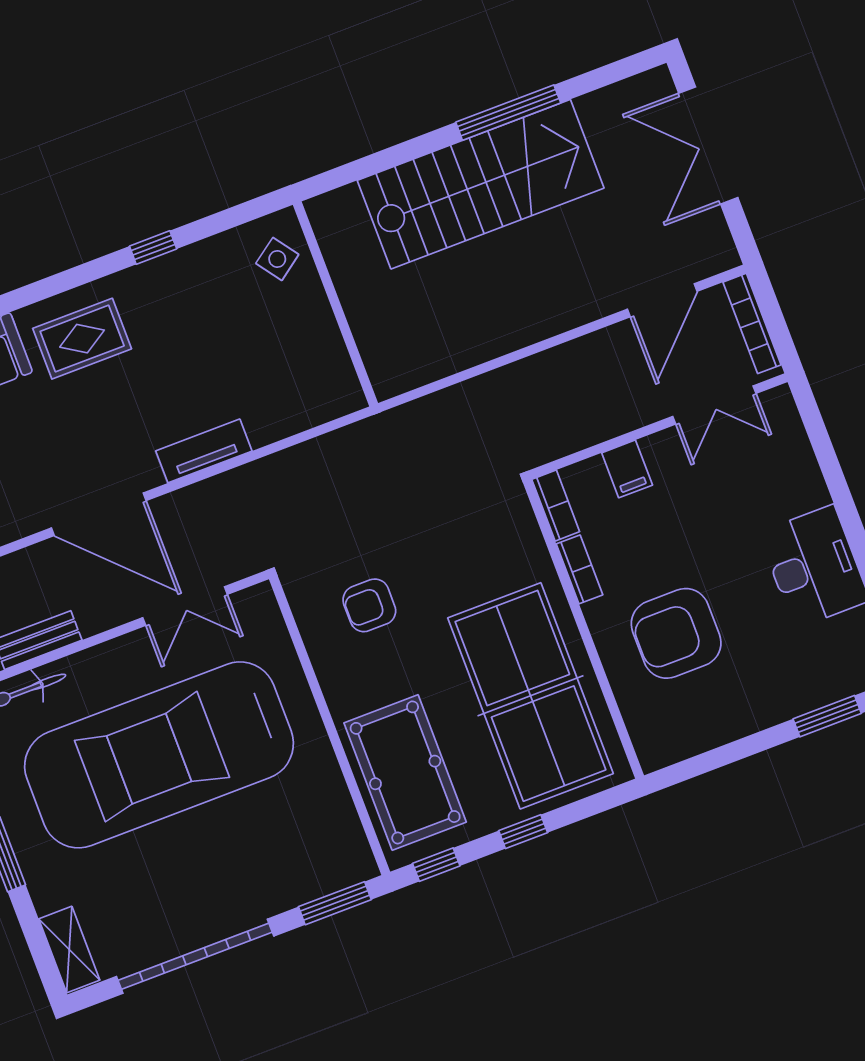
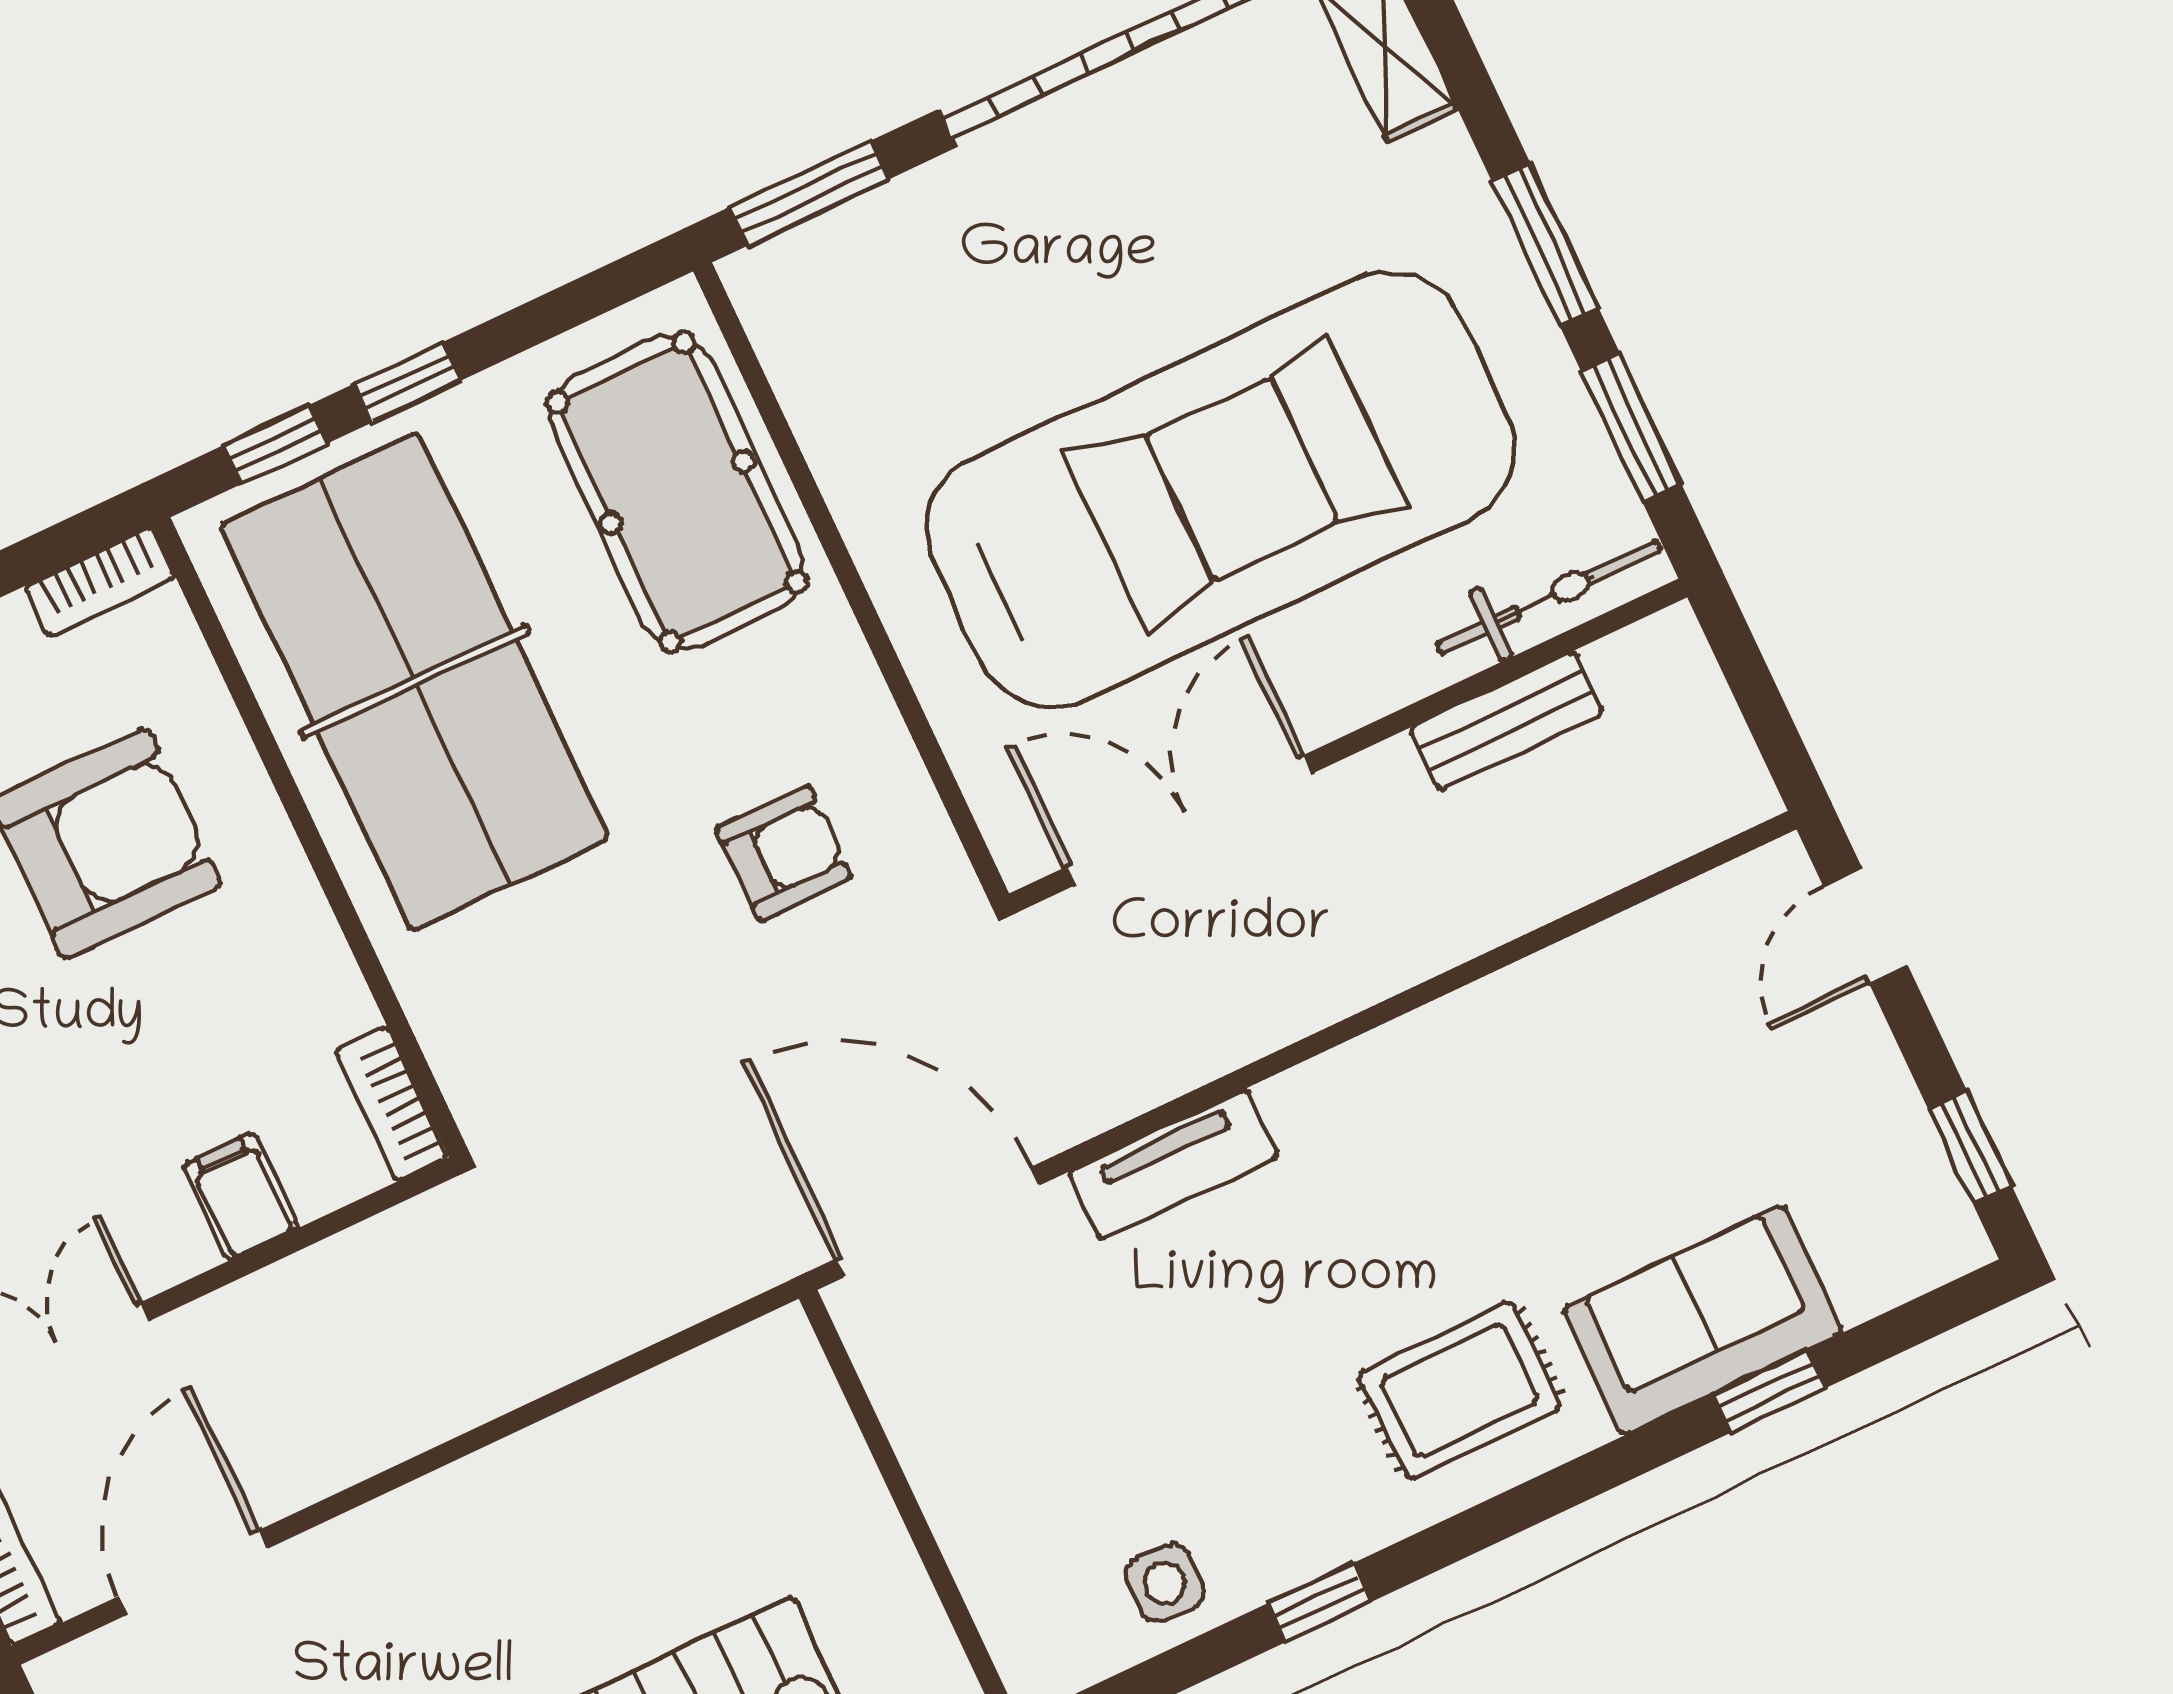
side table: (277, 259) -> (1165, 1583), moved, turned 36
door: (99, 514) -> (937, 1222), moved
bookcase: (580, 569) -> (100, 582), moved, turned -90
double door: (185, 606) -> (1188, 821), width x1.37
window: (436, 865) -> (275, 445), moved

